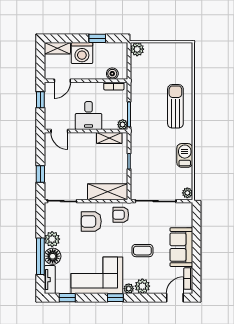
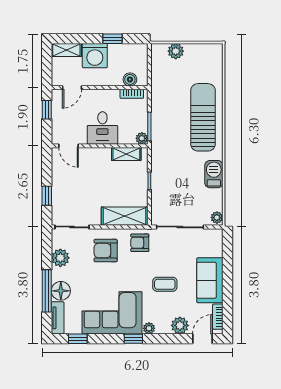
plant: (137, 49) -> (176, 51), moved
sun lounger: (175, 106) -> (203, 117), width x1.36, depth x1.34
plant: (52, 239) -> (60, 258), moved
plant: (142, 286) -> (180, 325), moved

